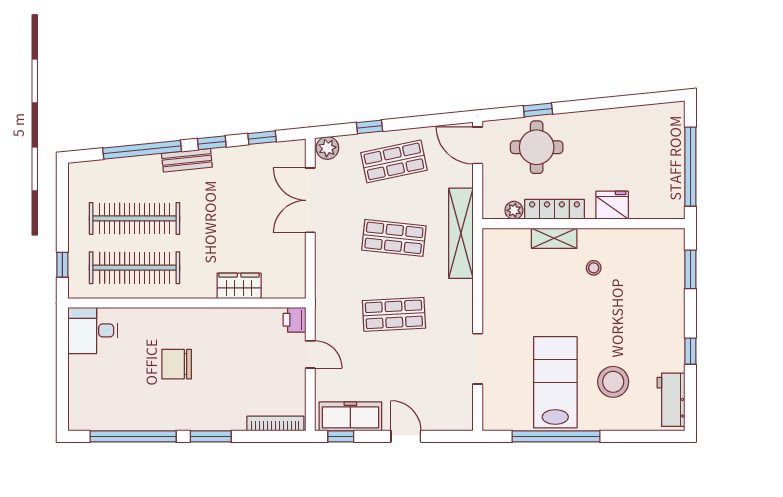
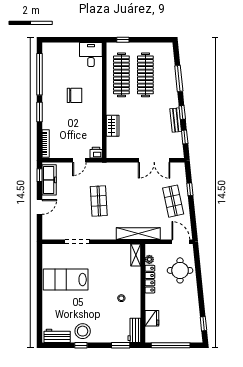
window: (538, 110) -> (203, 324), moved
door: (478, 145) -> (181, 242), hinge flipped
plant: (327, 148) -> (180, 169), removed
window: (142, 150) -> (179, 79), width x0.68
bench: (187, 160) -> (176, 120), moved
double door: (310, 200) -> (154, 160), swing flipped
fridge: (612, 205) -> (152, 318), moved
shop shelf: (394, 238) -> (136, 201), removed
shelving: (554, 238) -> (136, 255), moved
workbench: (660, 241) -> (134, 330), added
chair: (177, 364) -> (75, 95), turned 90
lab bench: (555, 382) -> (66, 280), turned 180
stool: (613, 382) -> (83, 331), moved
window: (556, 436) -> (39, 280), removed

